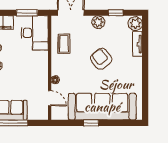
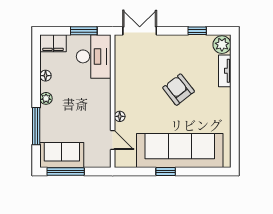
plant: (98, 22) -> (175, 43), removed
coffee table: (64, 44) -> (131, 70), removed

